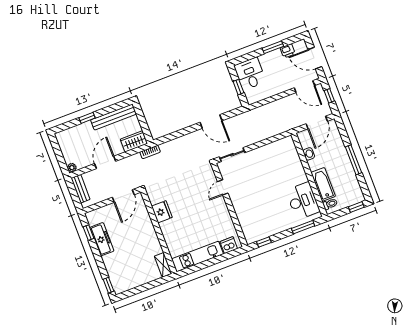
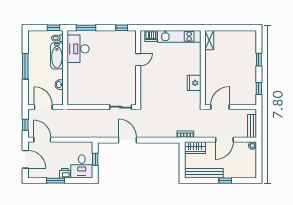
printer: (288, 51) -> (65, 173), moved
door: (317, 122) -> (43, 107), hinge flipped
door: (223, 187) -> (138, 60), moved
window: (356, 207) -> (54, 28), moved
freezer: (102, 239) -> (250, 79), removed
window: (108, 285) -> (259, 60), moved

